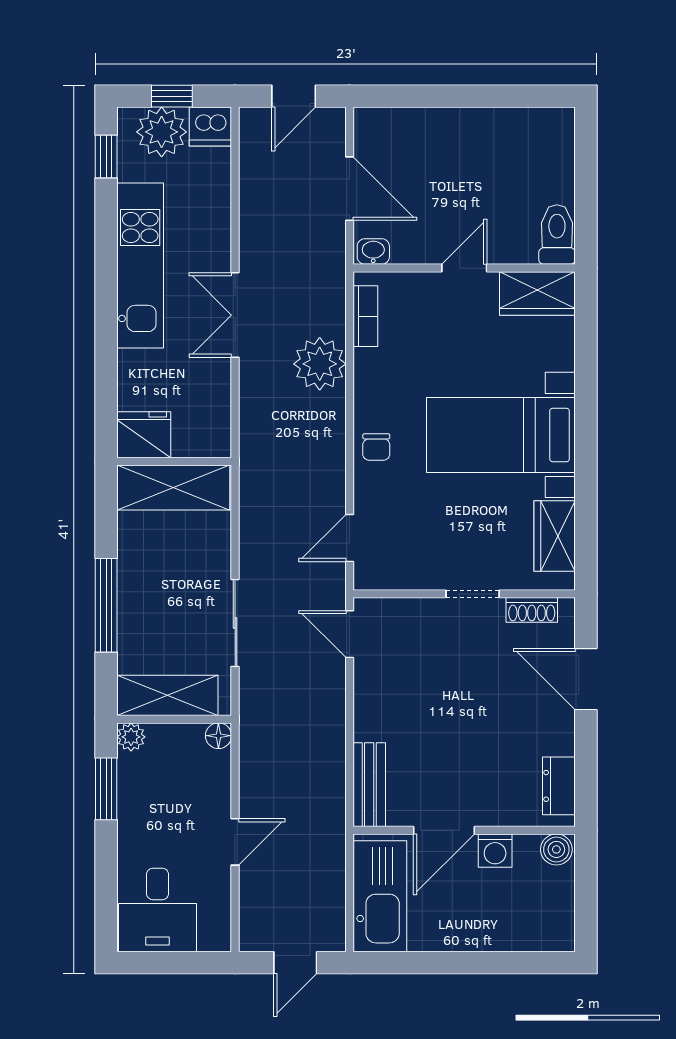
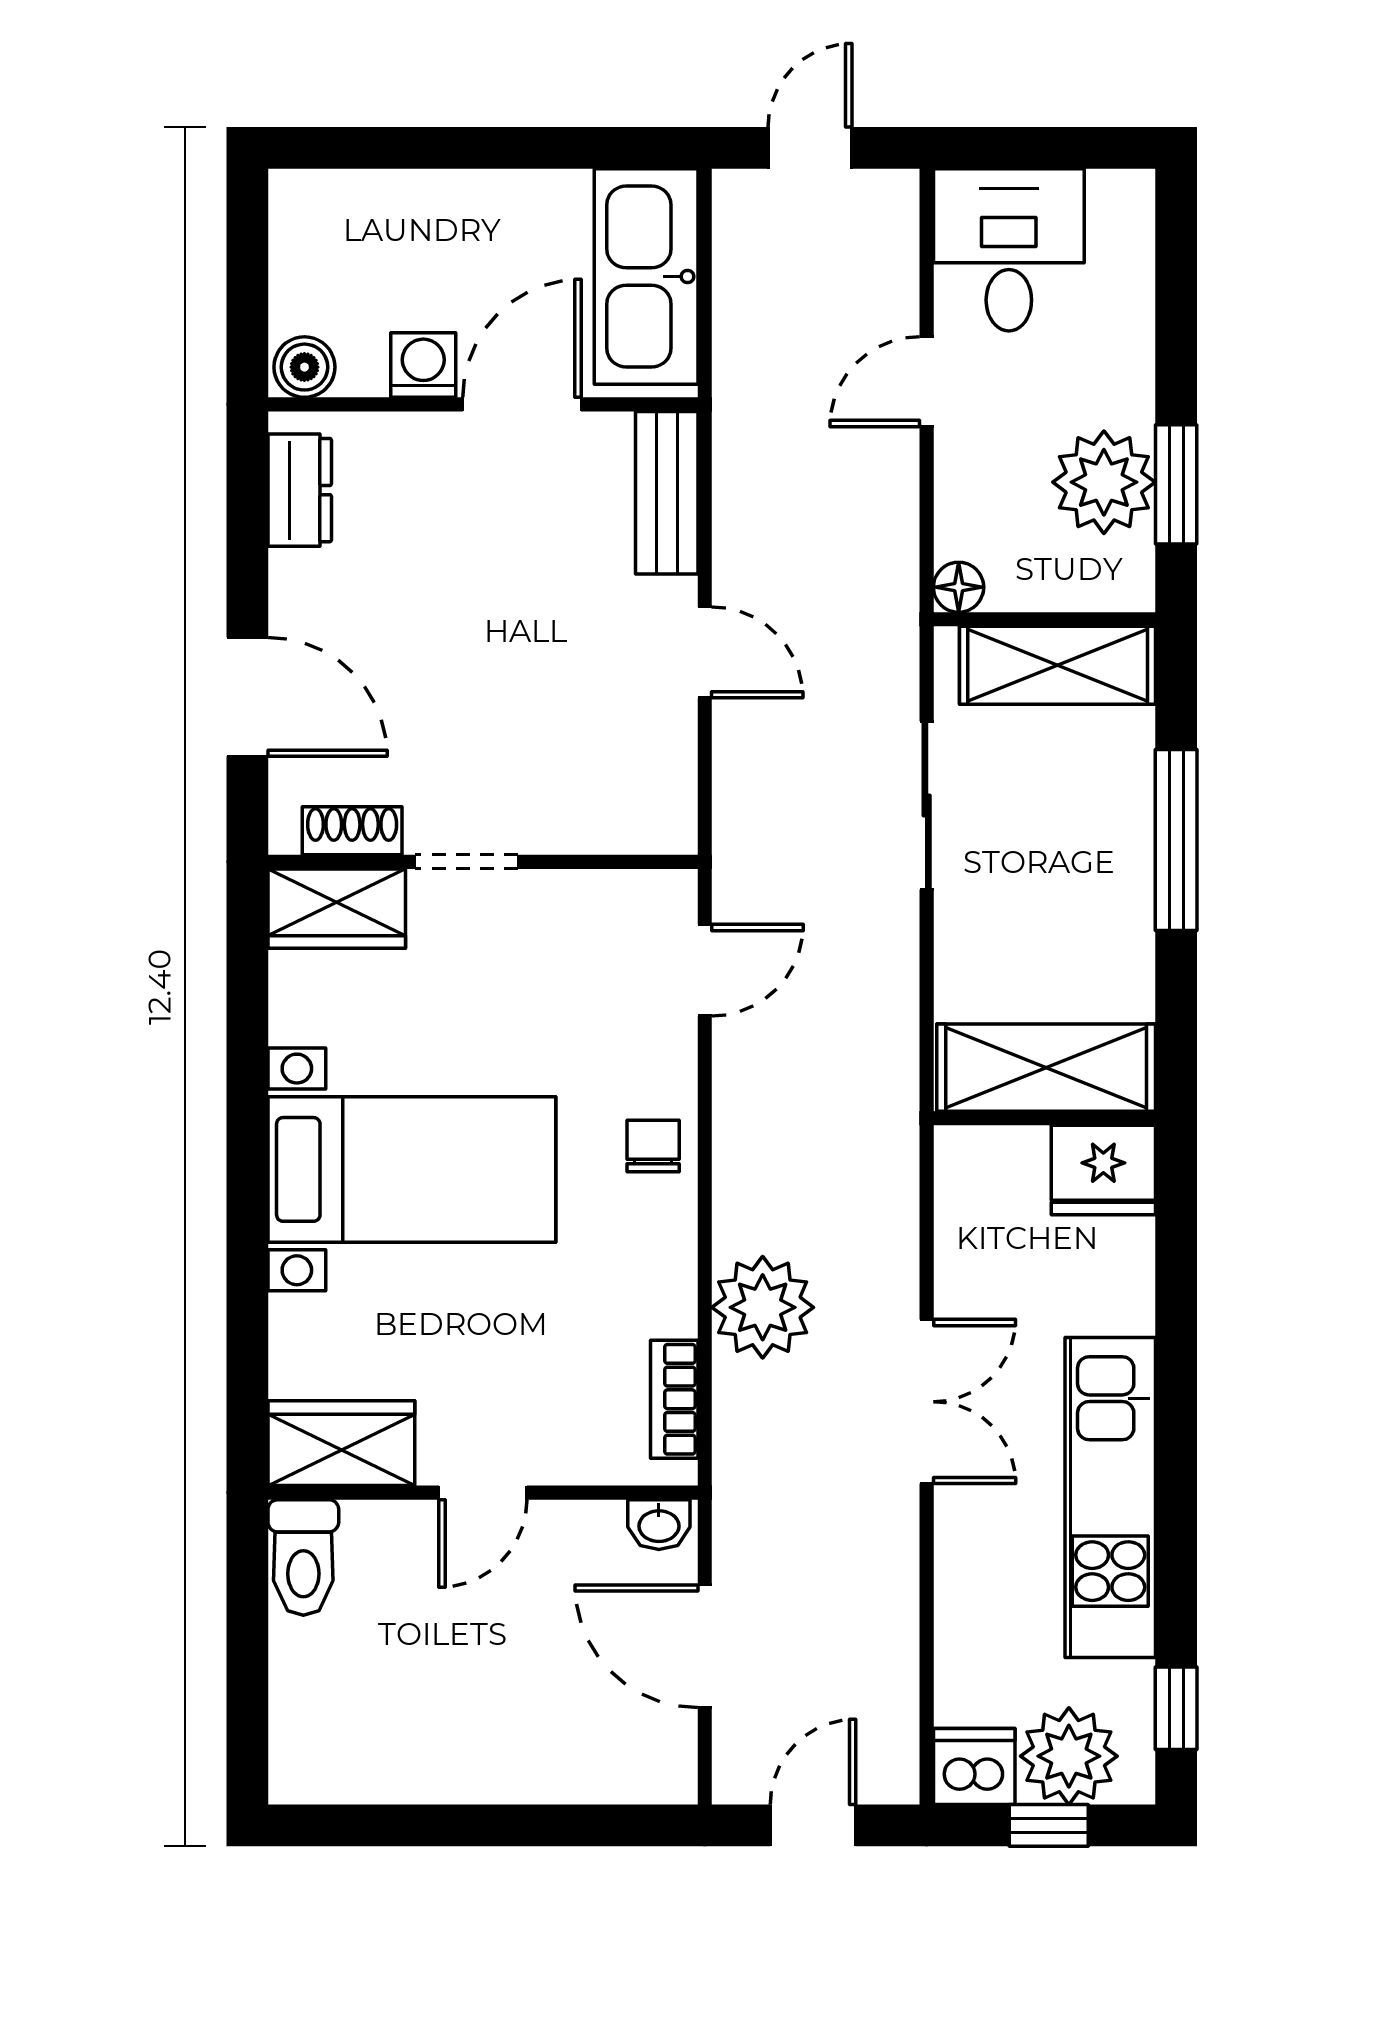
wardrobe: (555, 536) -> (337, 909), moved, turned 90
door: (350, 634) -> (705, 652), moved
plant: (131, 737) -> (1104, 482), moved, width x1.87, depth x1.87
desk: (158, 910) -> (1009, 250), moved

